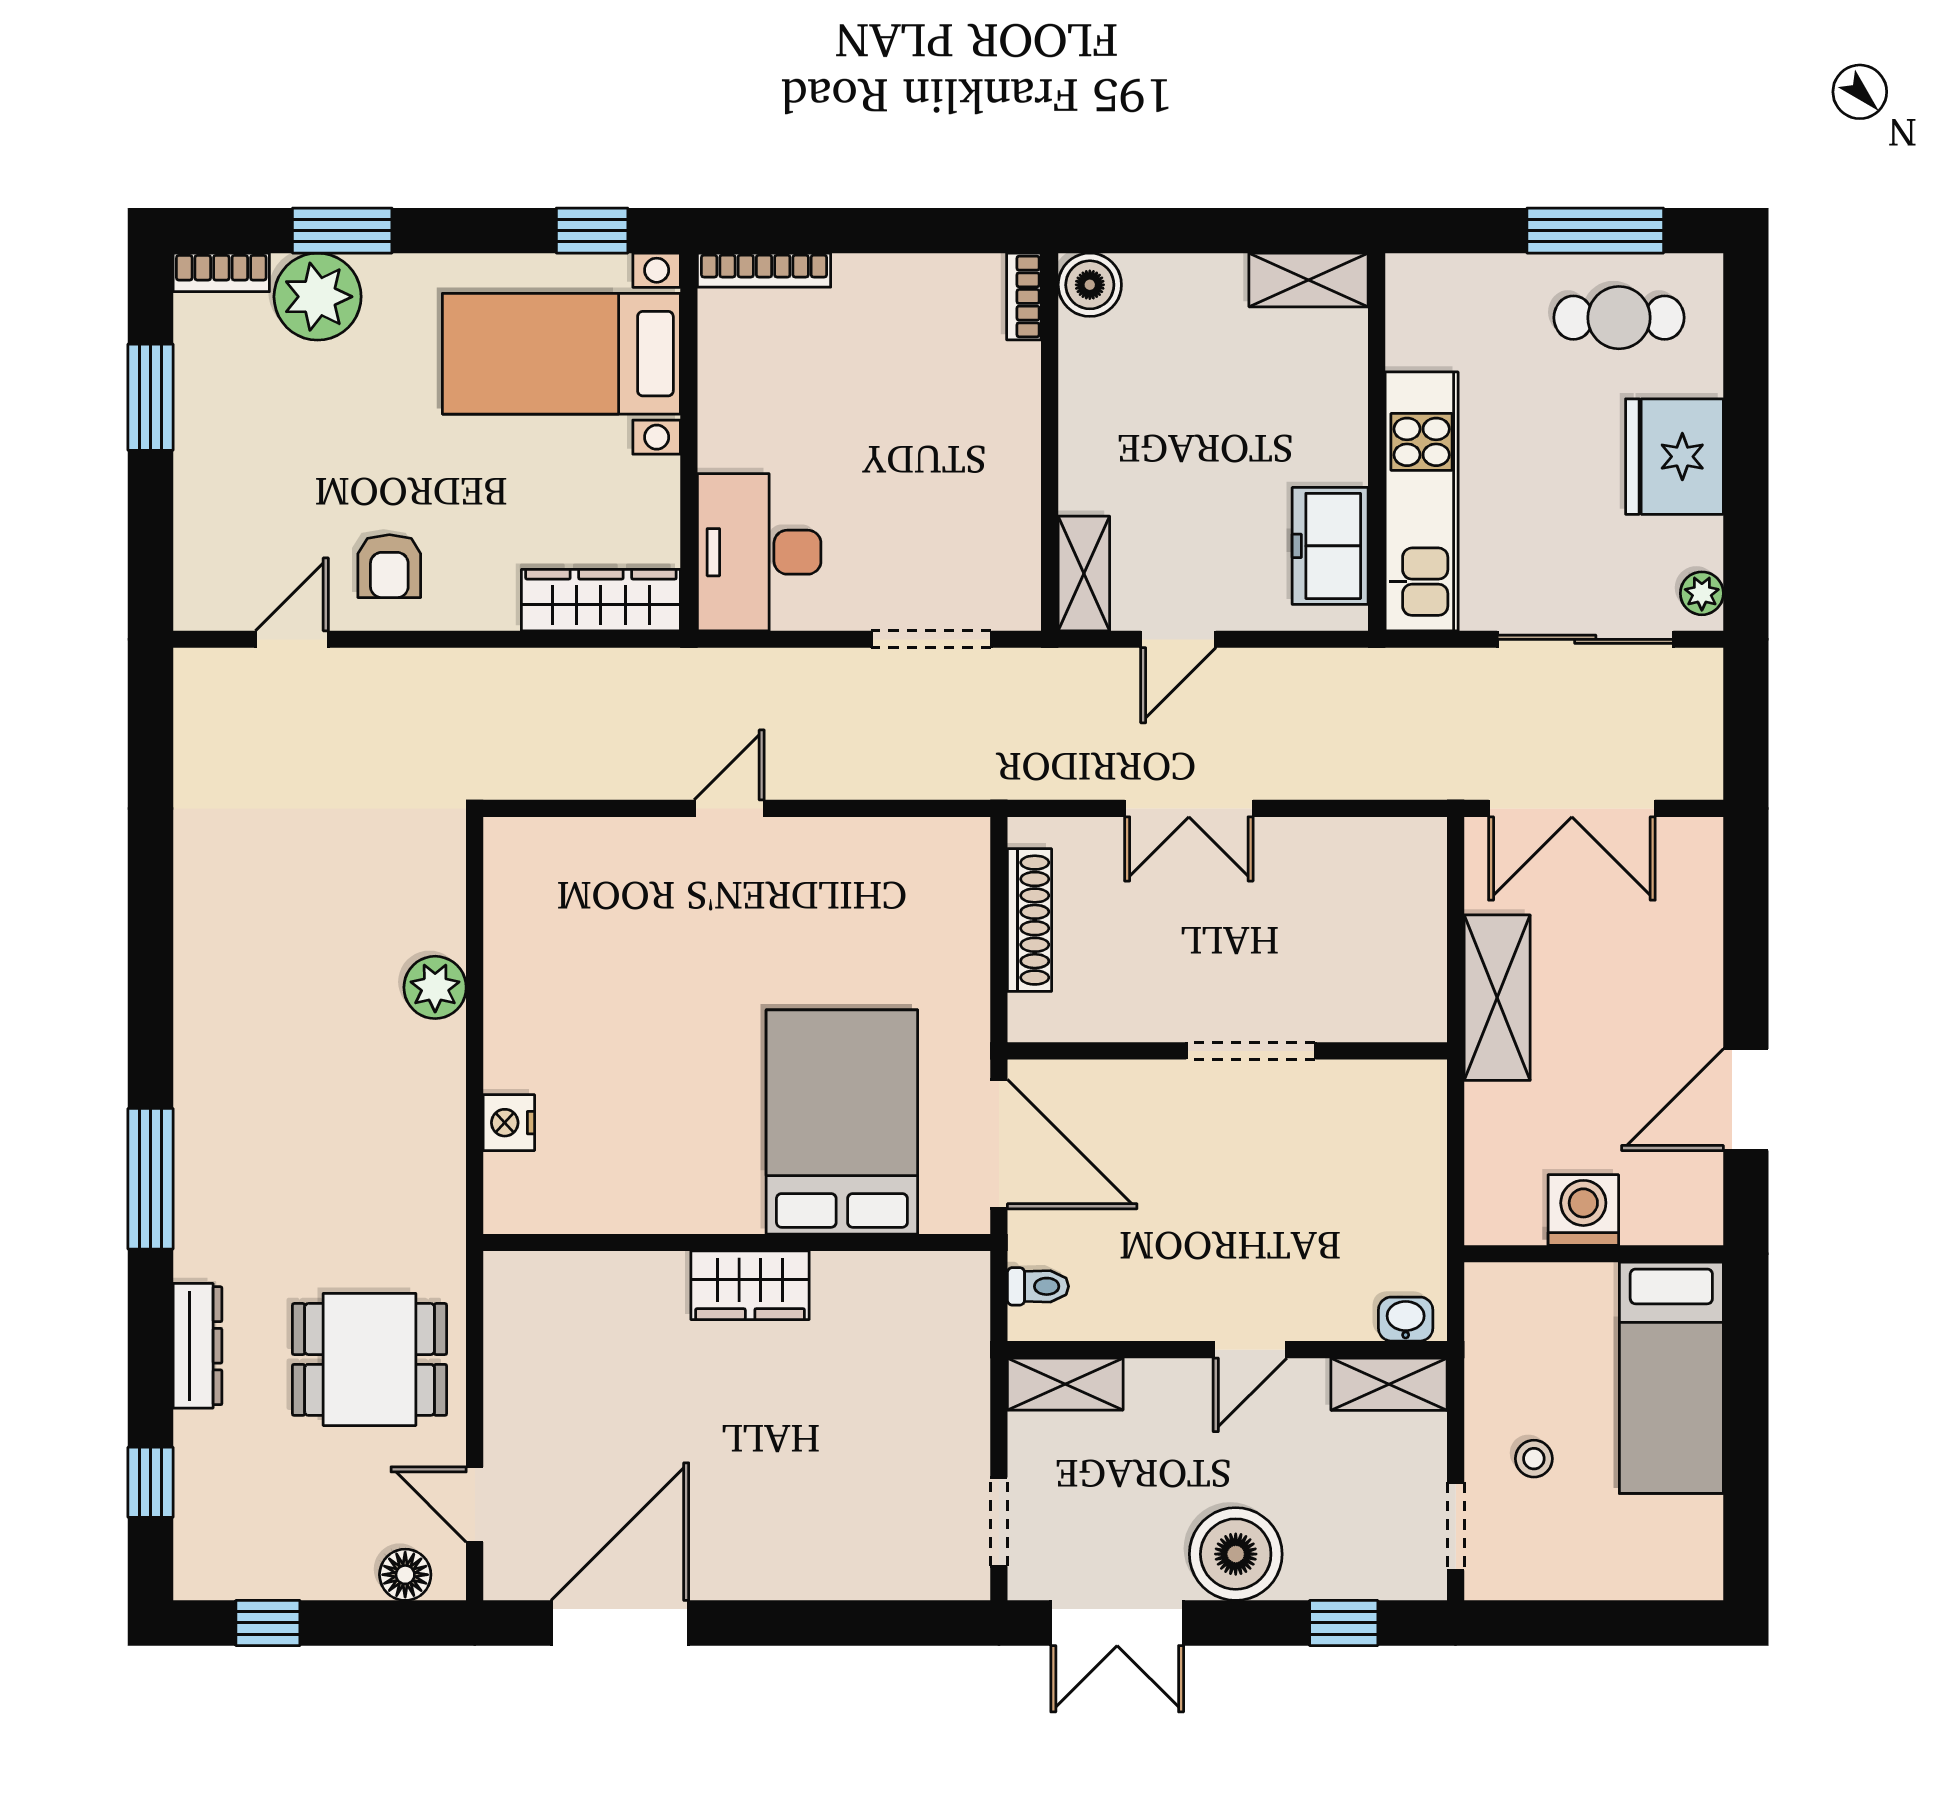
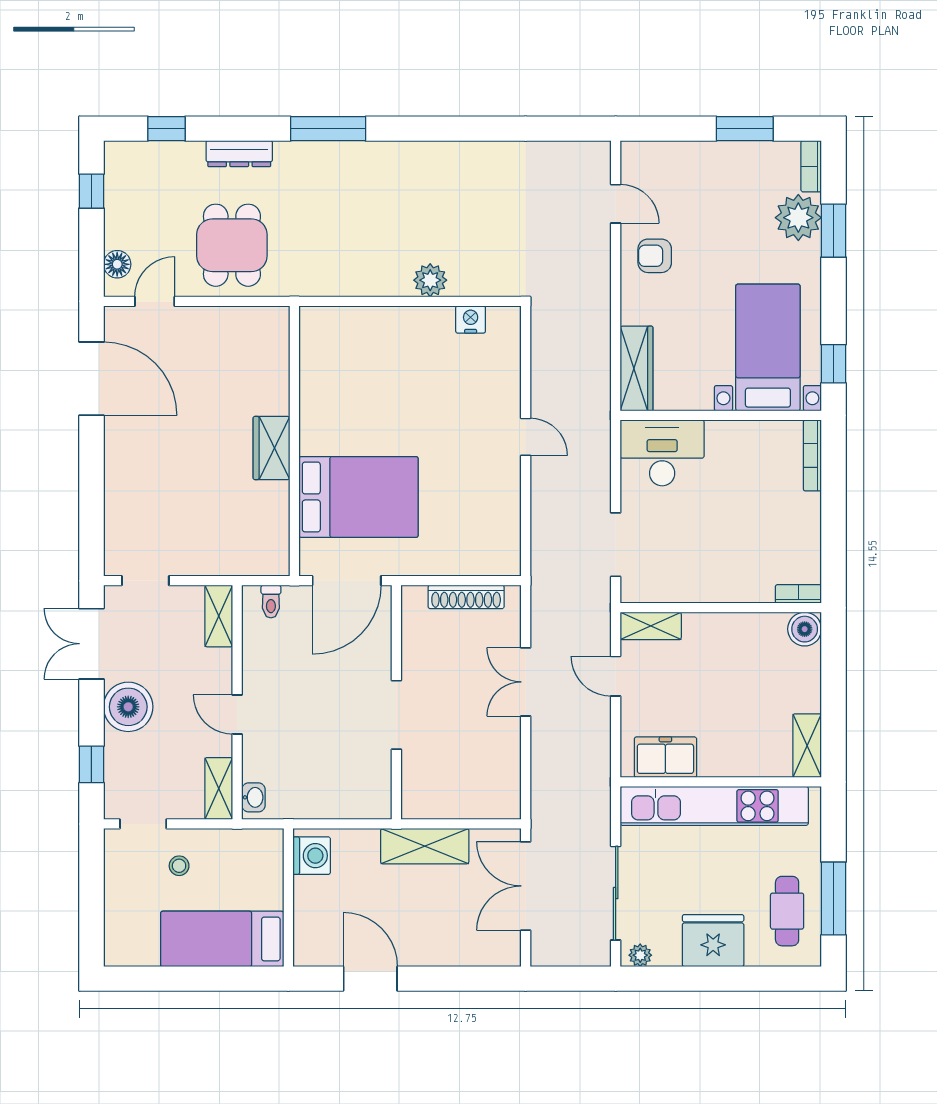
kitchen unit: (1422, 501) -> (714, 806), width x1.36
nightstand: (509, 1123) -> (471, 319), moved
washing machine: (1583, 1210) -> (312, 856), moved

